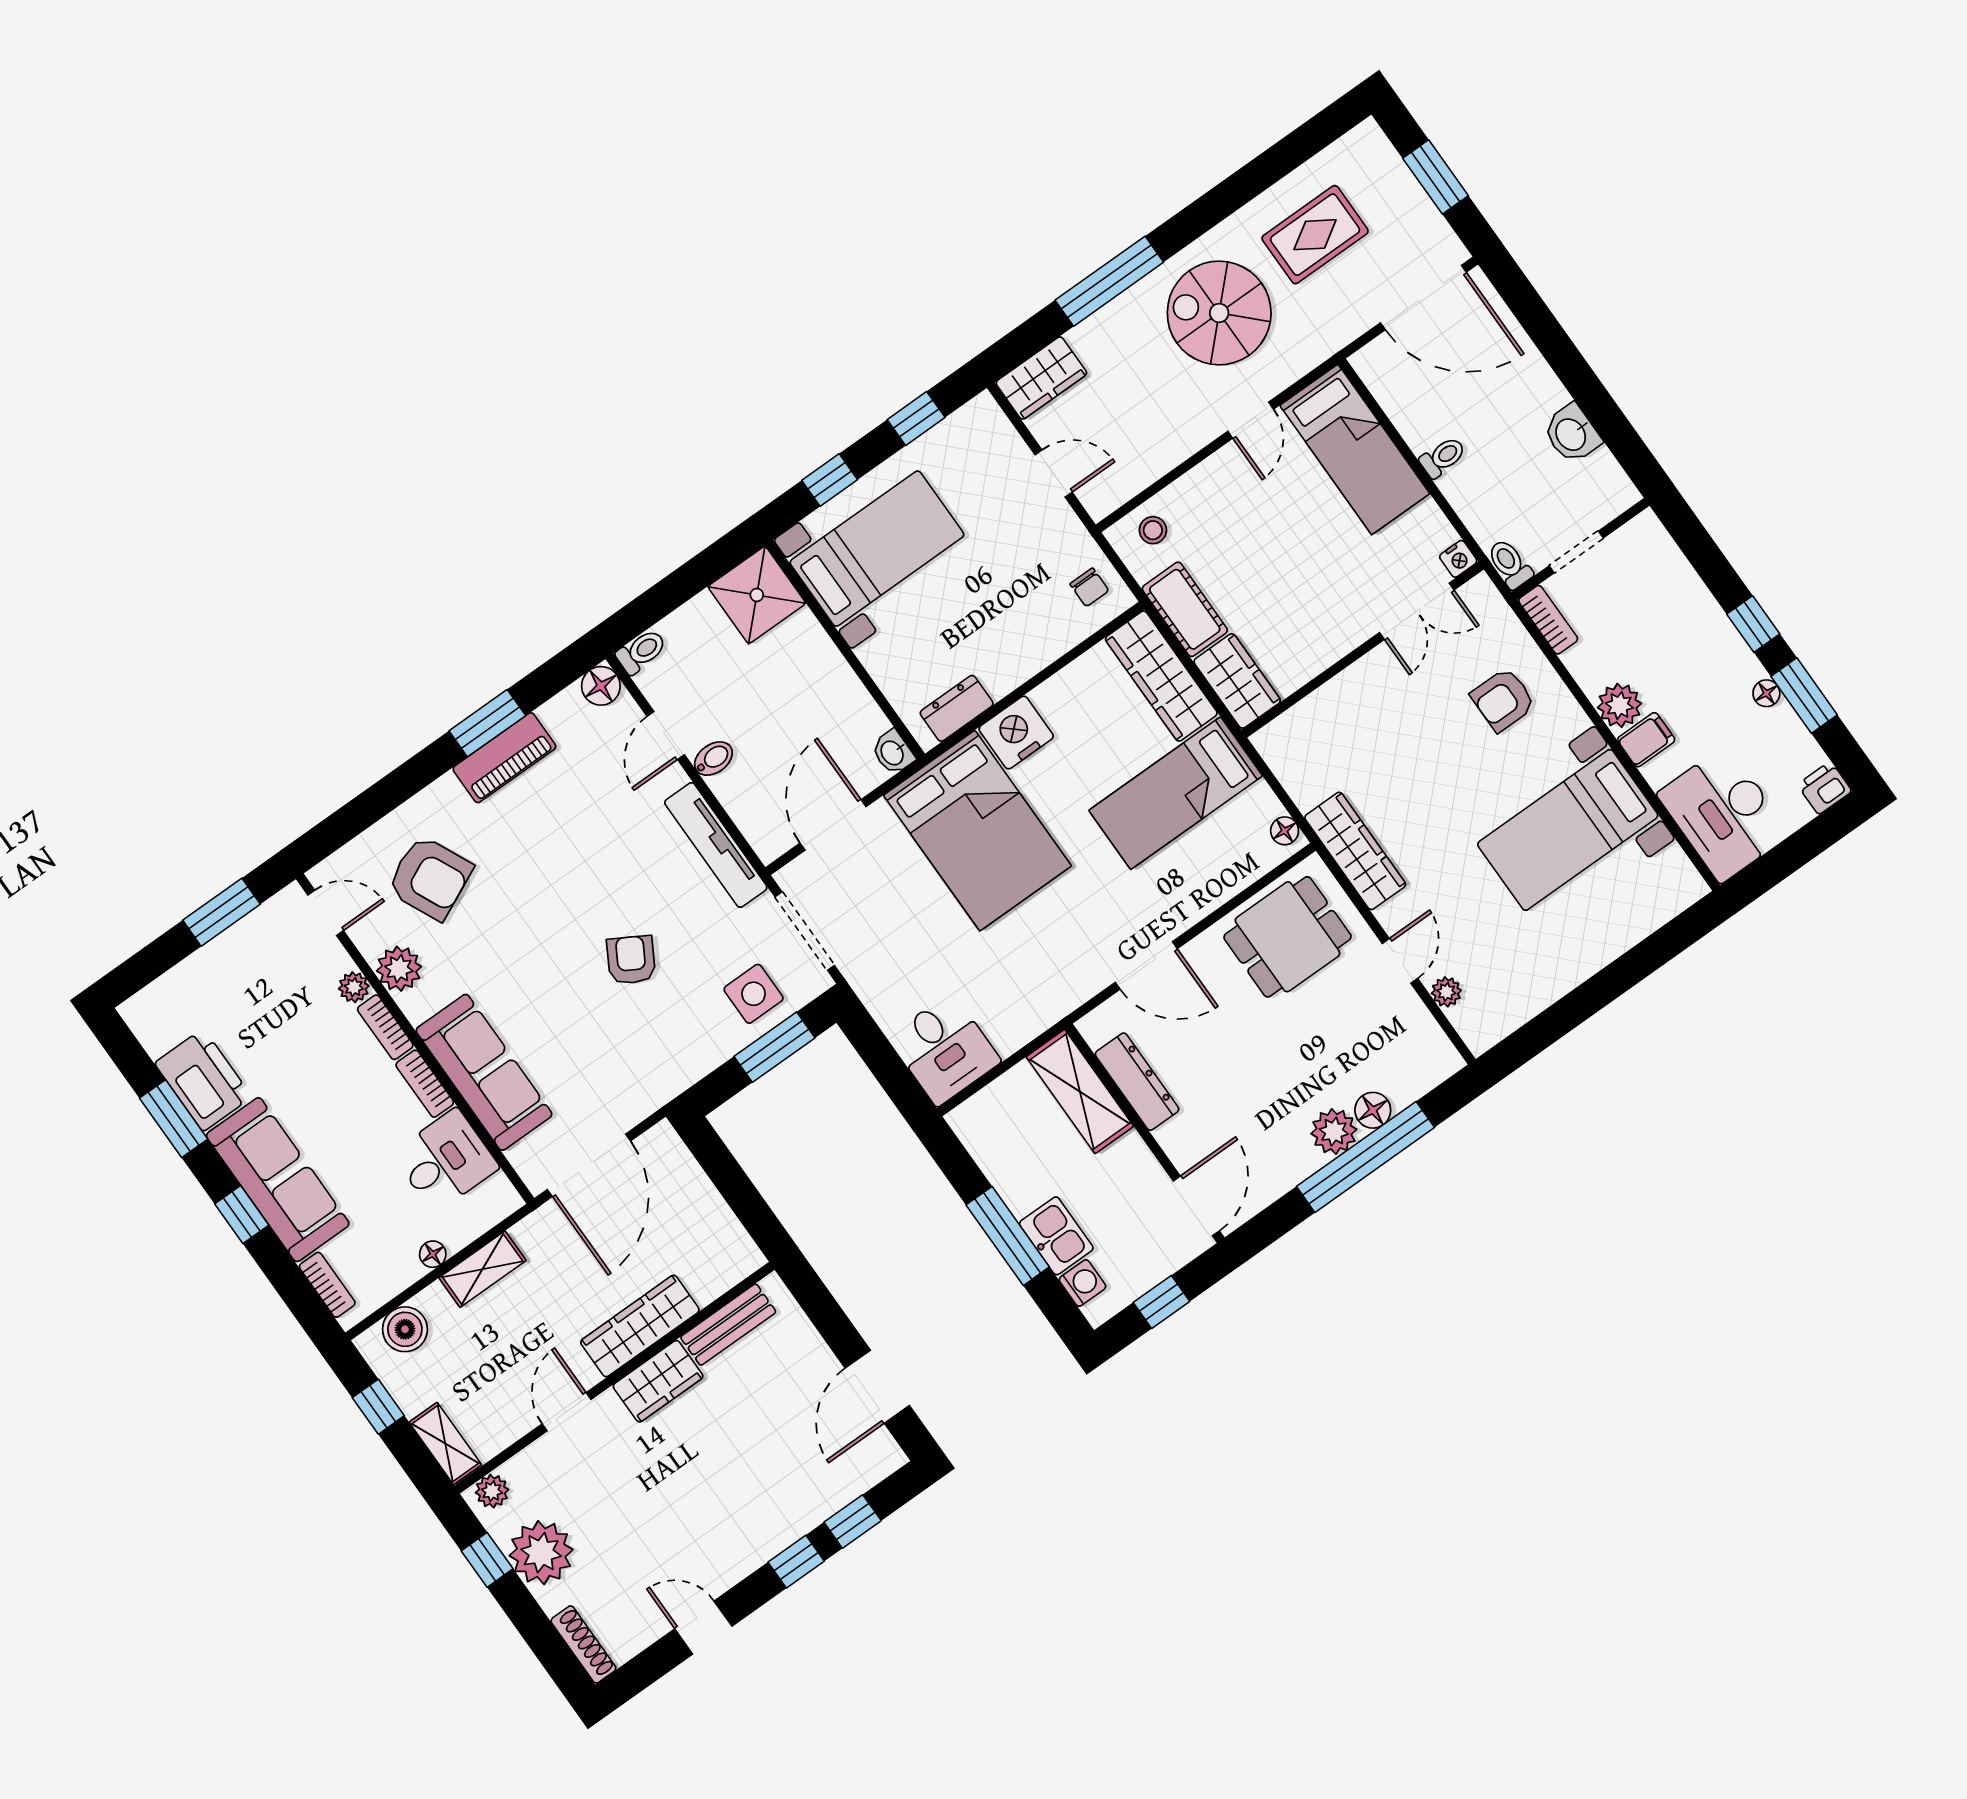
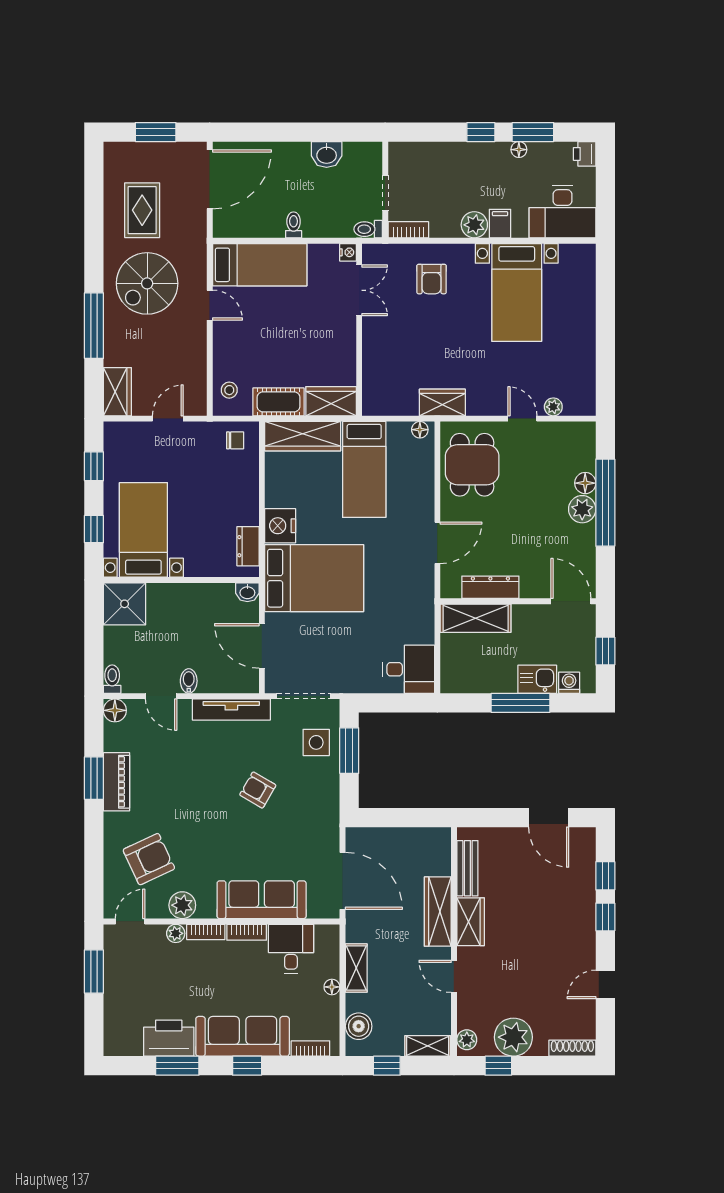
wardrobe: (1355, 851) -> (442, 402), width x0.67

